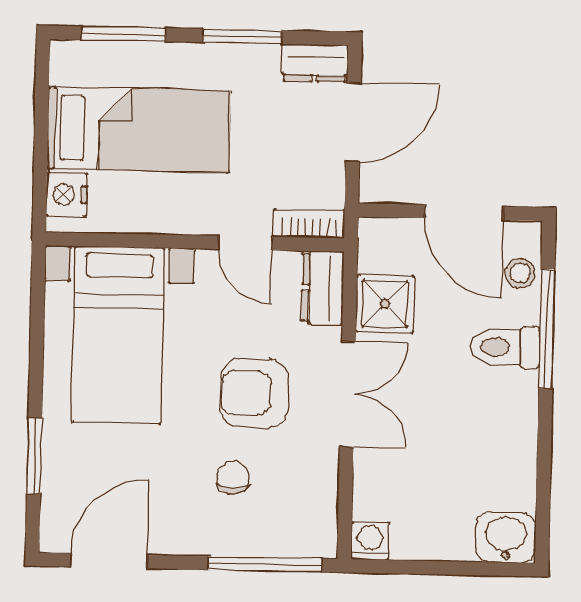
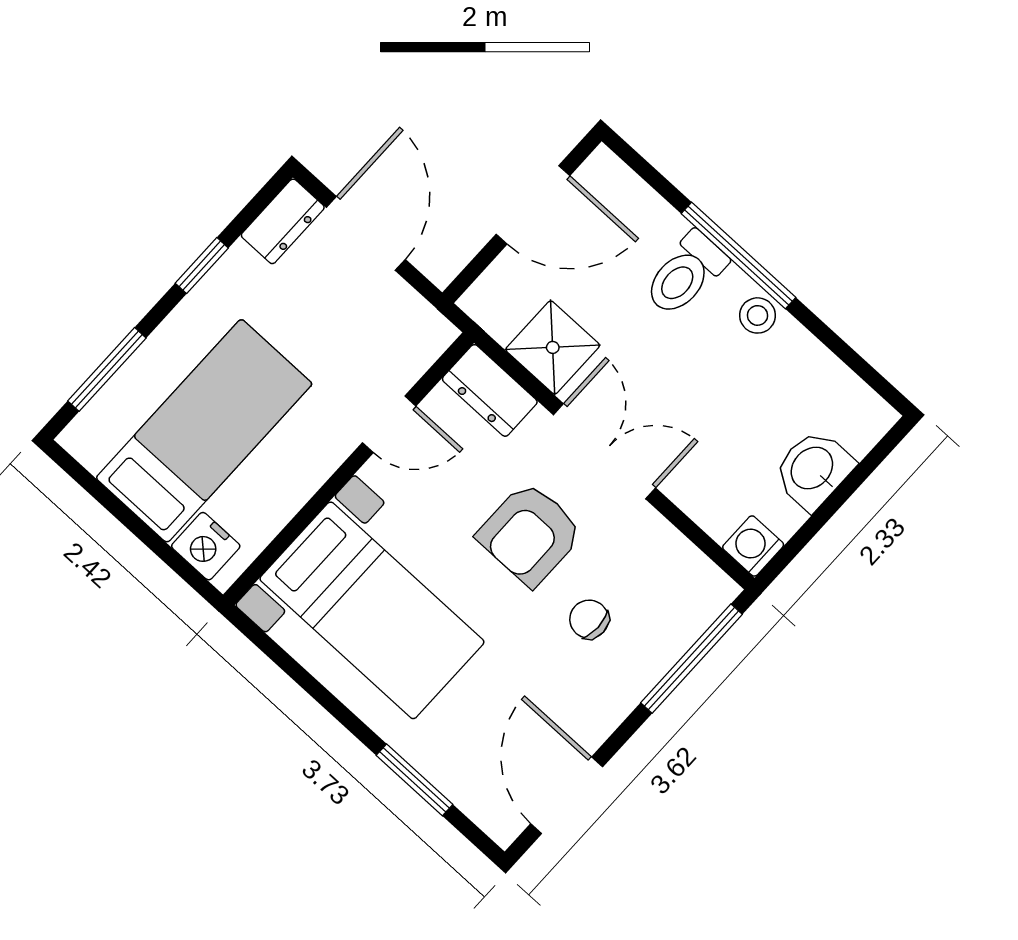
window: (242, 36) -> (202, 266), width x0.67
bookcase: (309, 223) -> (422, 352), removed
stool: (520, 273) -> (758, 315), moved
window: (547, 329) -> (739, 256), moved
washbasin: (506, 537) -> (813, 469), moved

